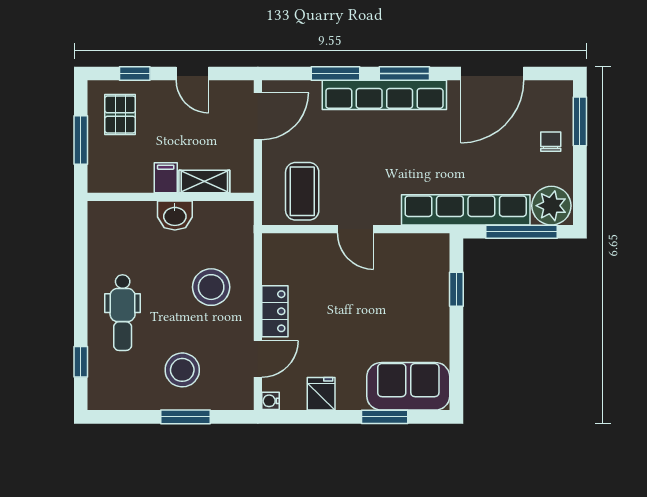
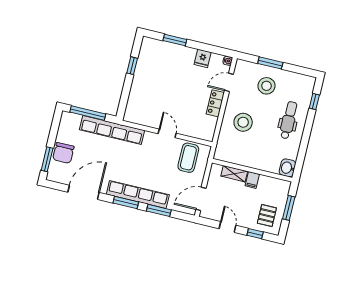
chair: (551, 142) -> (63, 153), width x1.87, depth x1.87
plant: (551, 206) -> (70, 122), removed
washbasin: (175, 216) -> (287, 168), moved, turned -90
window: (456, 289) -> (132, 66), moved
sofa: (408, 386) -> (160, 52), removed

